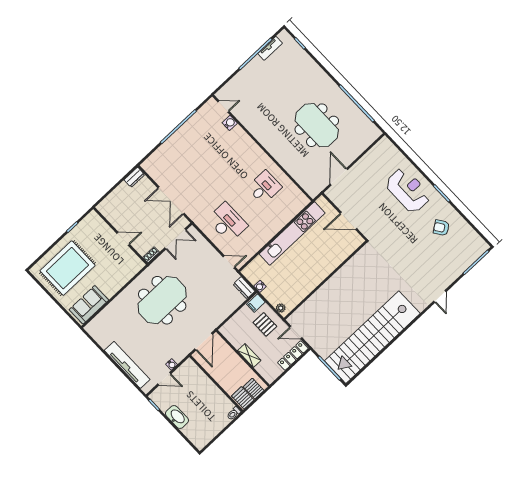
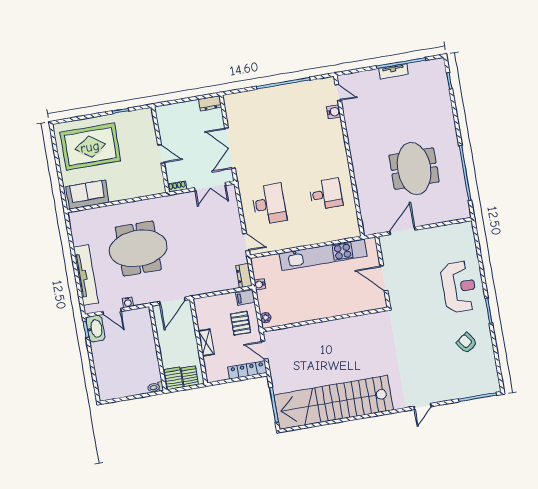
tv unit: (270, 48) -> (393, 71), moved
meeting table: (162, 300) -> (138, 248), moved
washbasin: (177, 417) -> (95, 329), moved

